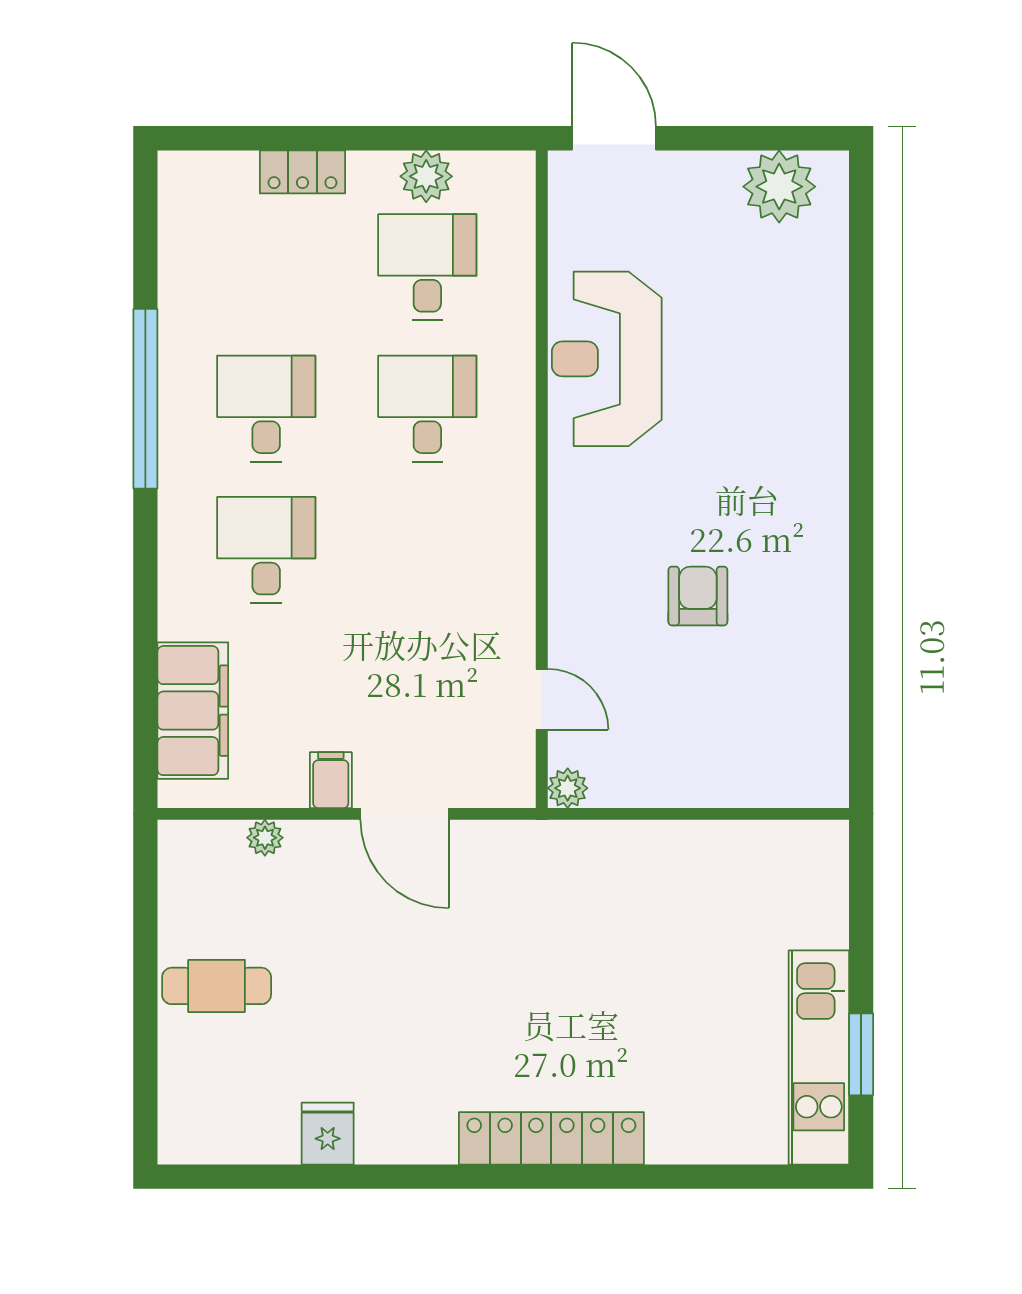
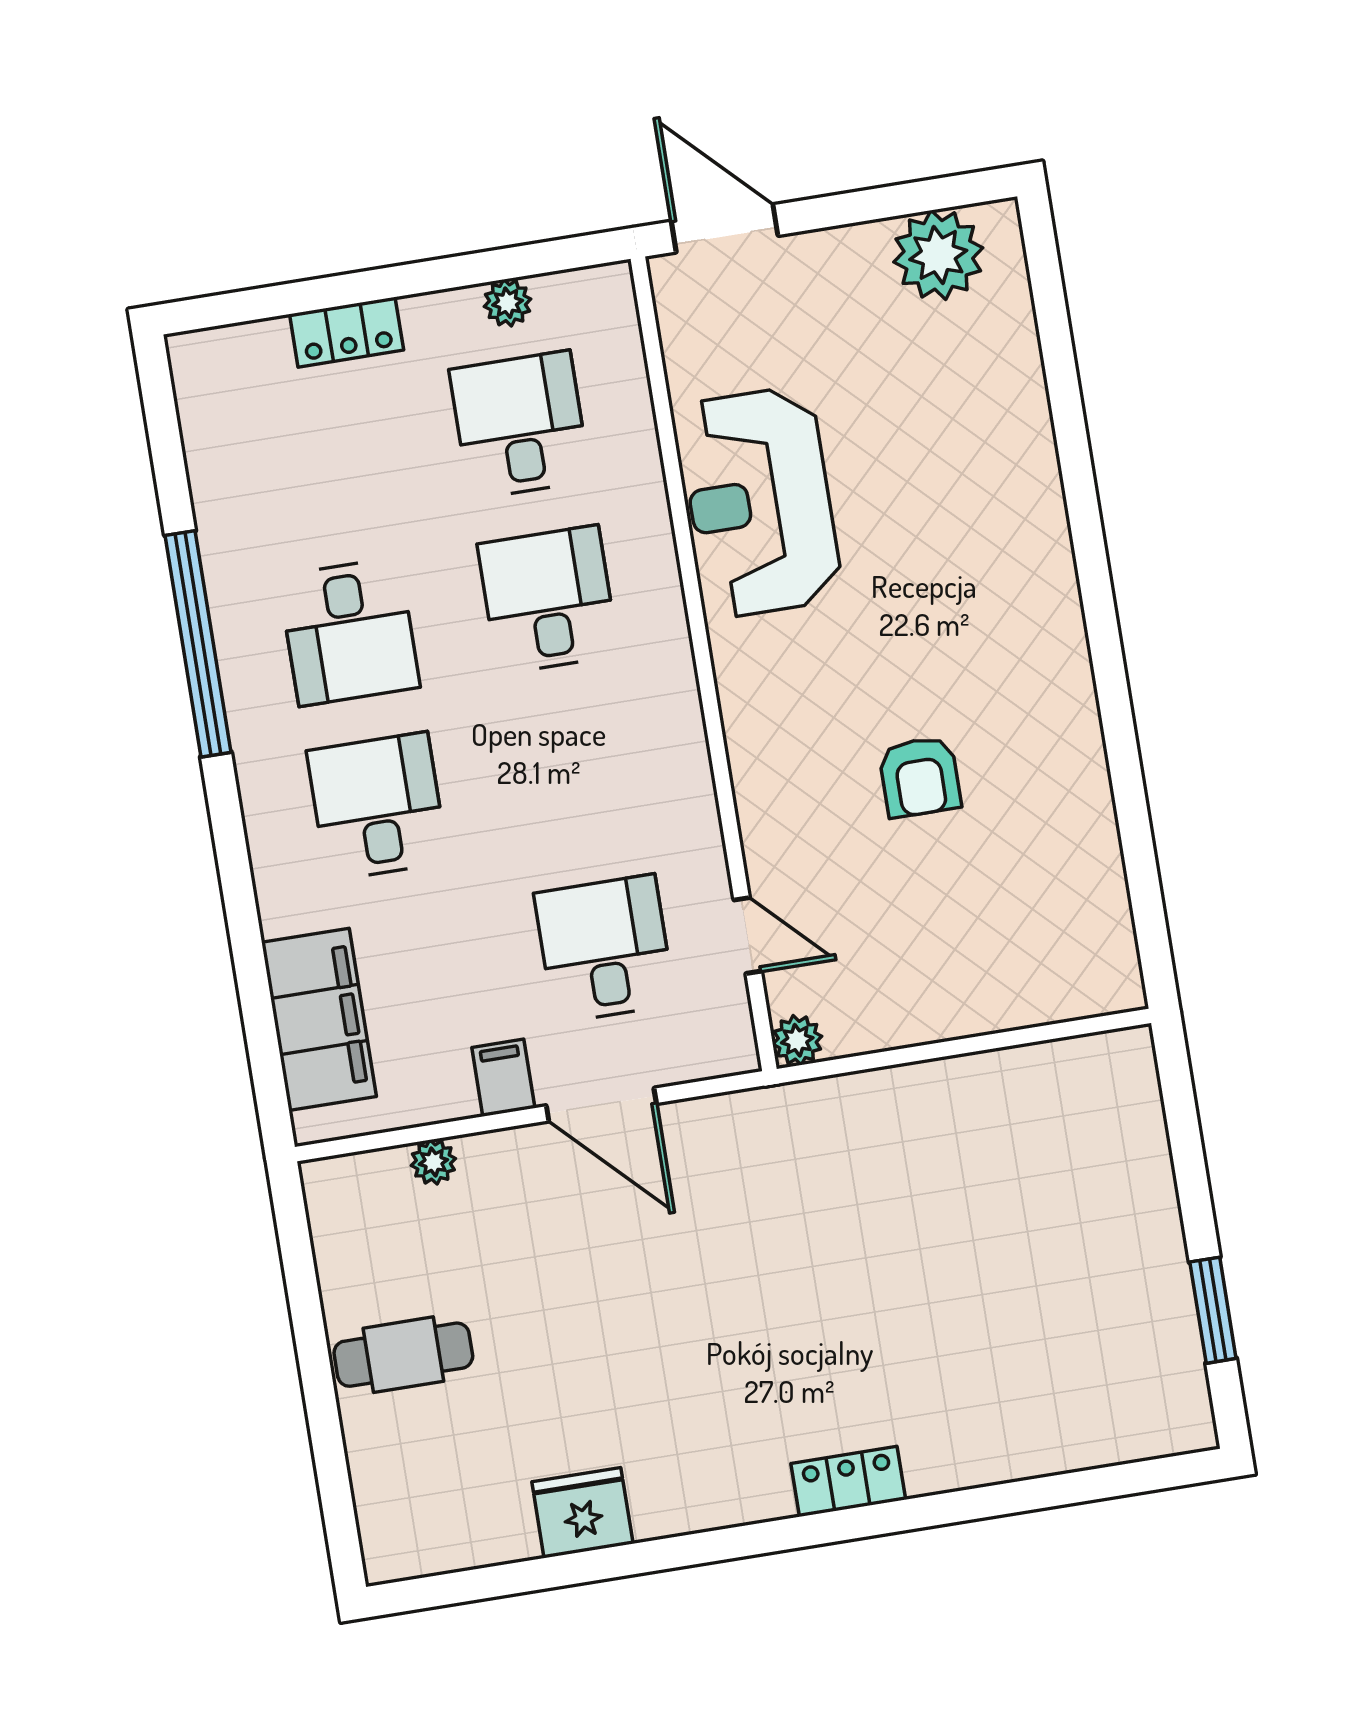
plant: (426, 176) -> (508, 303), width x0.73, depth x0.73
desk: (266, 409) -> (349, 632), turned 180
armchair: (698, 596) -> (920, 777), turned 180
desk: (427, 691) -> (605, 949), added
kitchen unit: (819, 1057) -> (1161, 1323), removed
fridge: (328, 1134) -> (582, 1513), width x1.38
locker: (551, 1138) -> (848, 1482), width x0.46, depth x0.83

